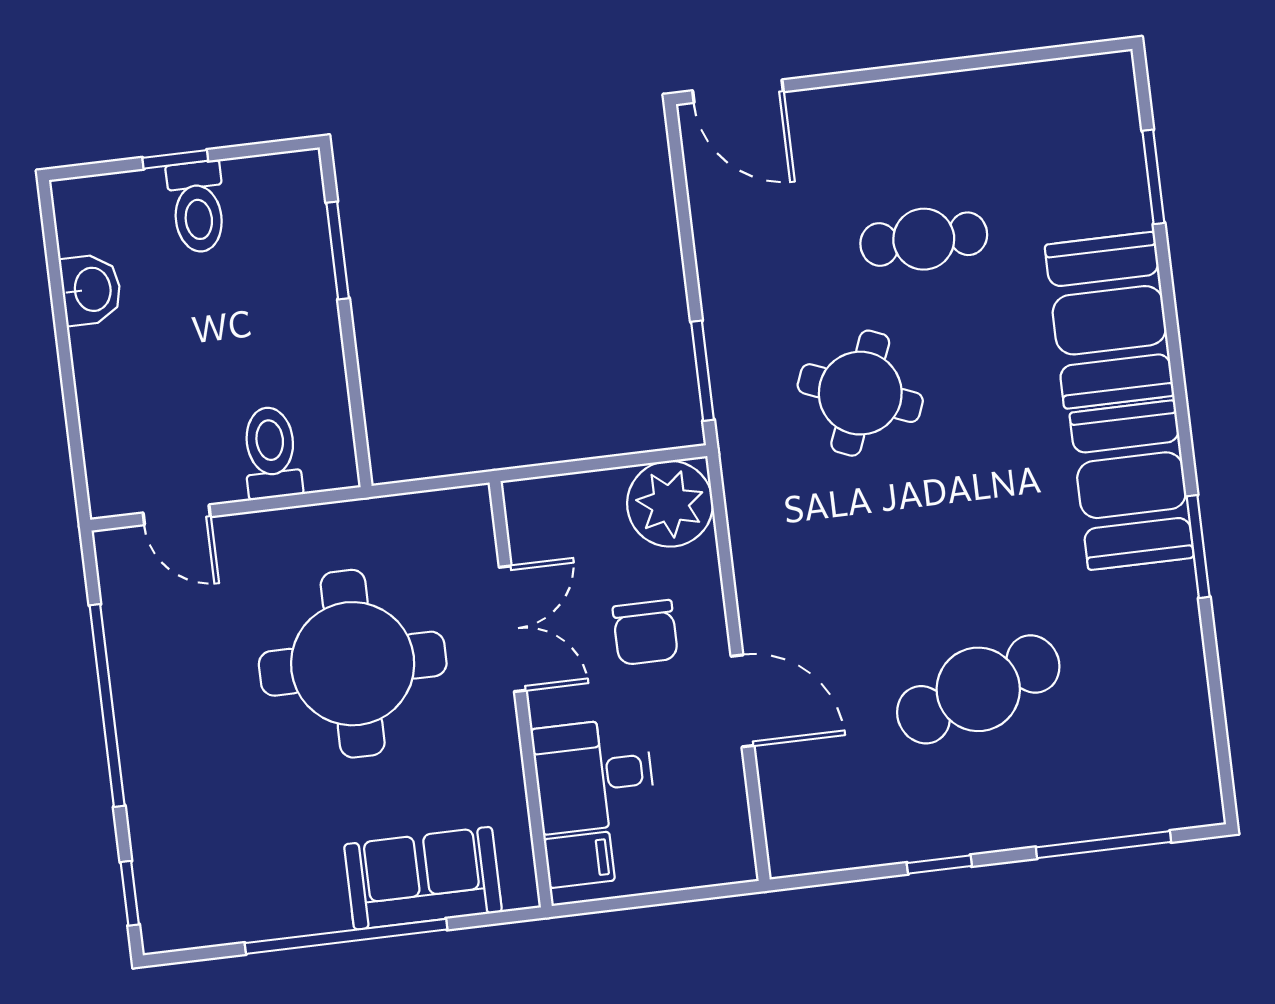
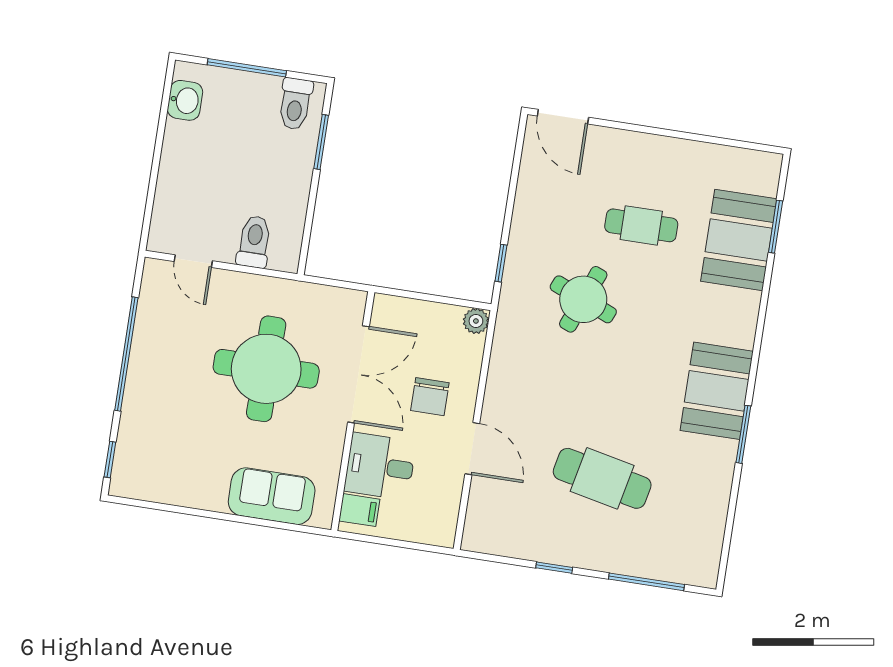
window: (175, 159) -> (247, 68), width x2.17
toilet: (197, 207) -> (295, 104), moved
washbasin: (91, 290) -> (185, 100), moved
booth: (1109, 320) -> (739, 240), moved
window: (703, 371) -> (501, 263), width x0.67
plant: (670, 504) -> (476, 321), width x0.53, depth x0.53
double door: (513, 629) -> (358, 374), width x1.37
cafe table: (978, 689) -> (602, 478), turned 30
window: (346, 936) -> (221, 516), removed

